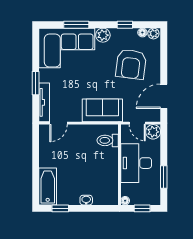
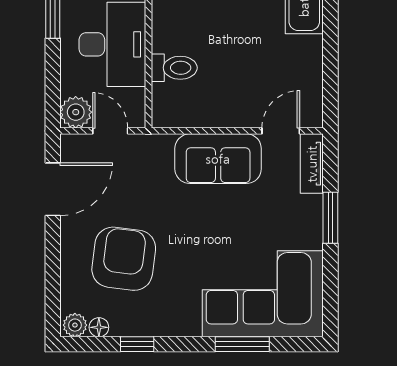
plant: (103, 35) -> (185, 322), removed
tv unit: (44, 102) -> (312, 164), width x0.71
sofa: (102, 110) -> (218, 159), moved
toilet: (108, 140) -> (174, 68), moved

